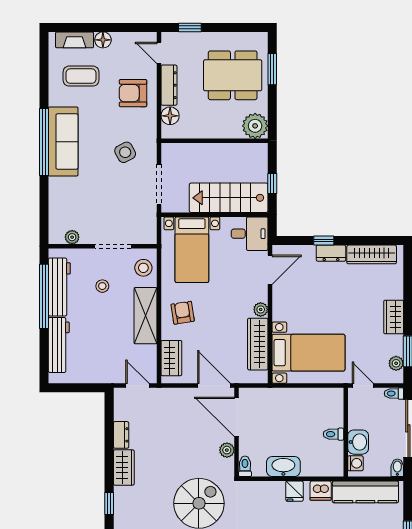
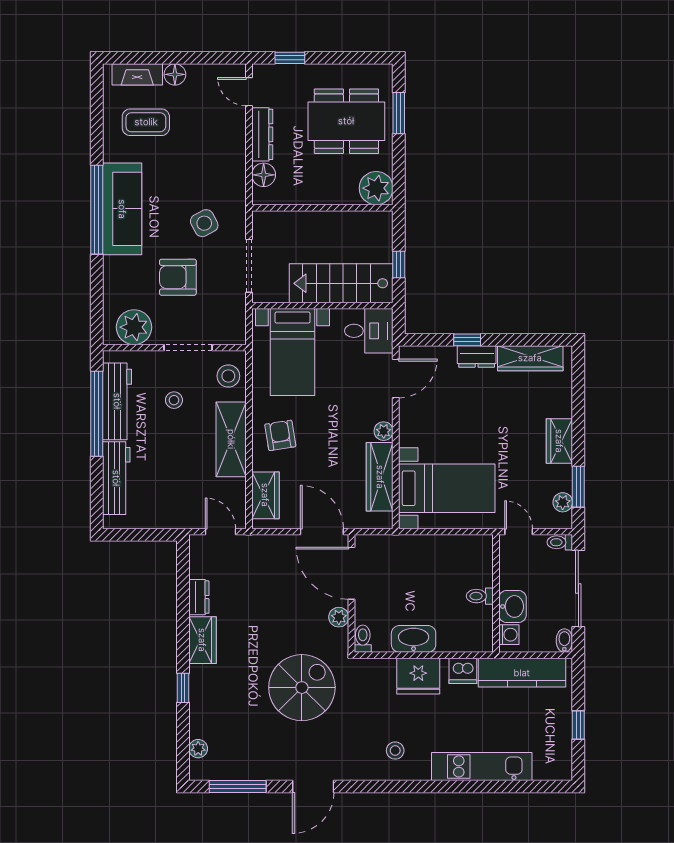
armchair: (133, 93) -> (178, 277), moved
plant: (72, 237) -> (134, 327), width x1.88, depth x1.88
fridge: (295, 491) -> (418, 676), width x1.88, depth x1.34

